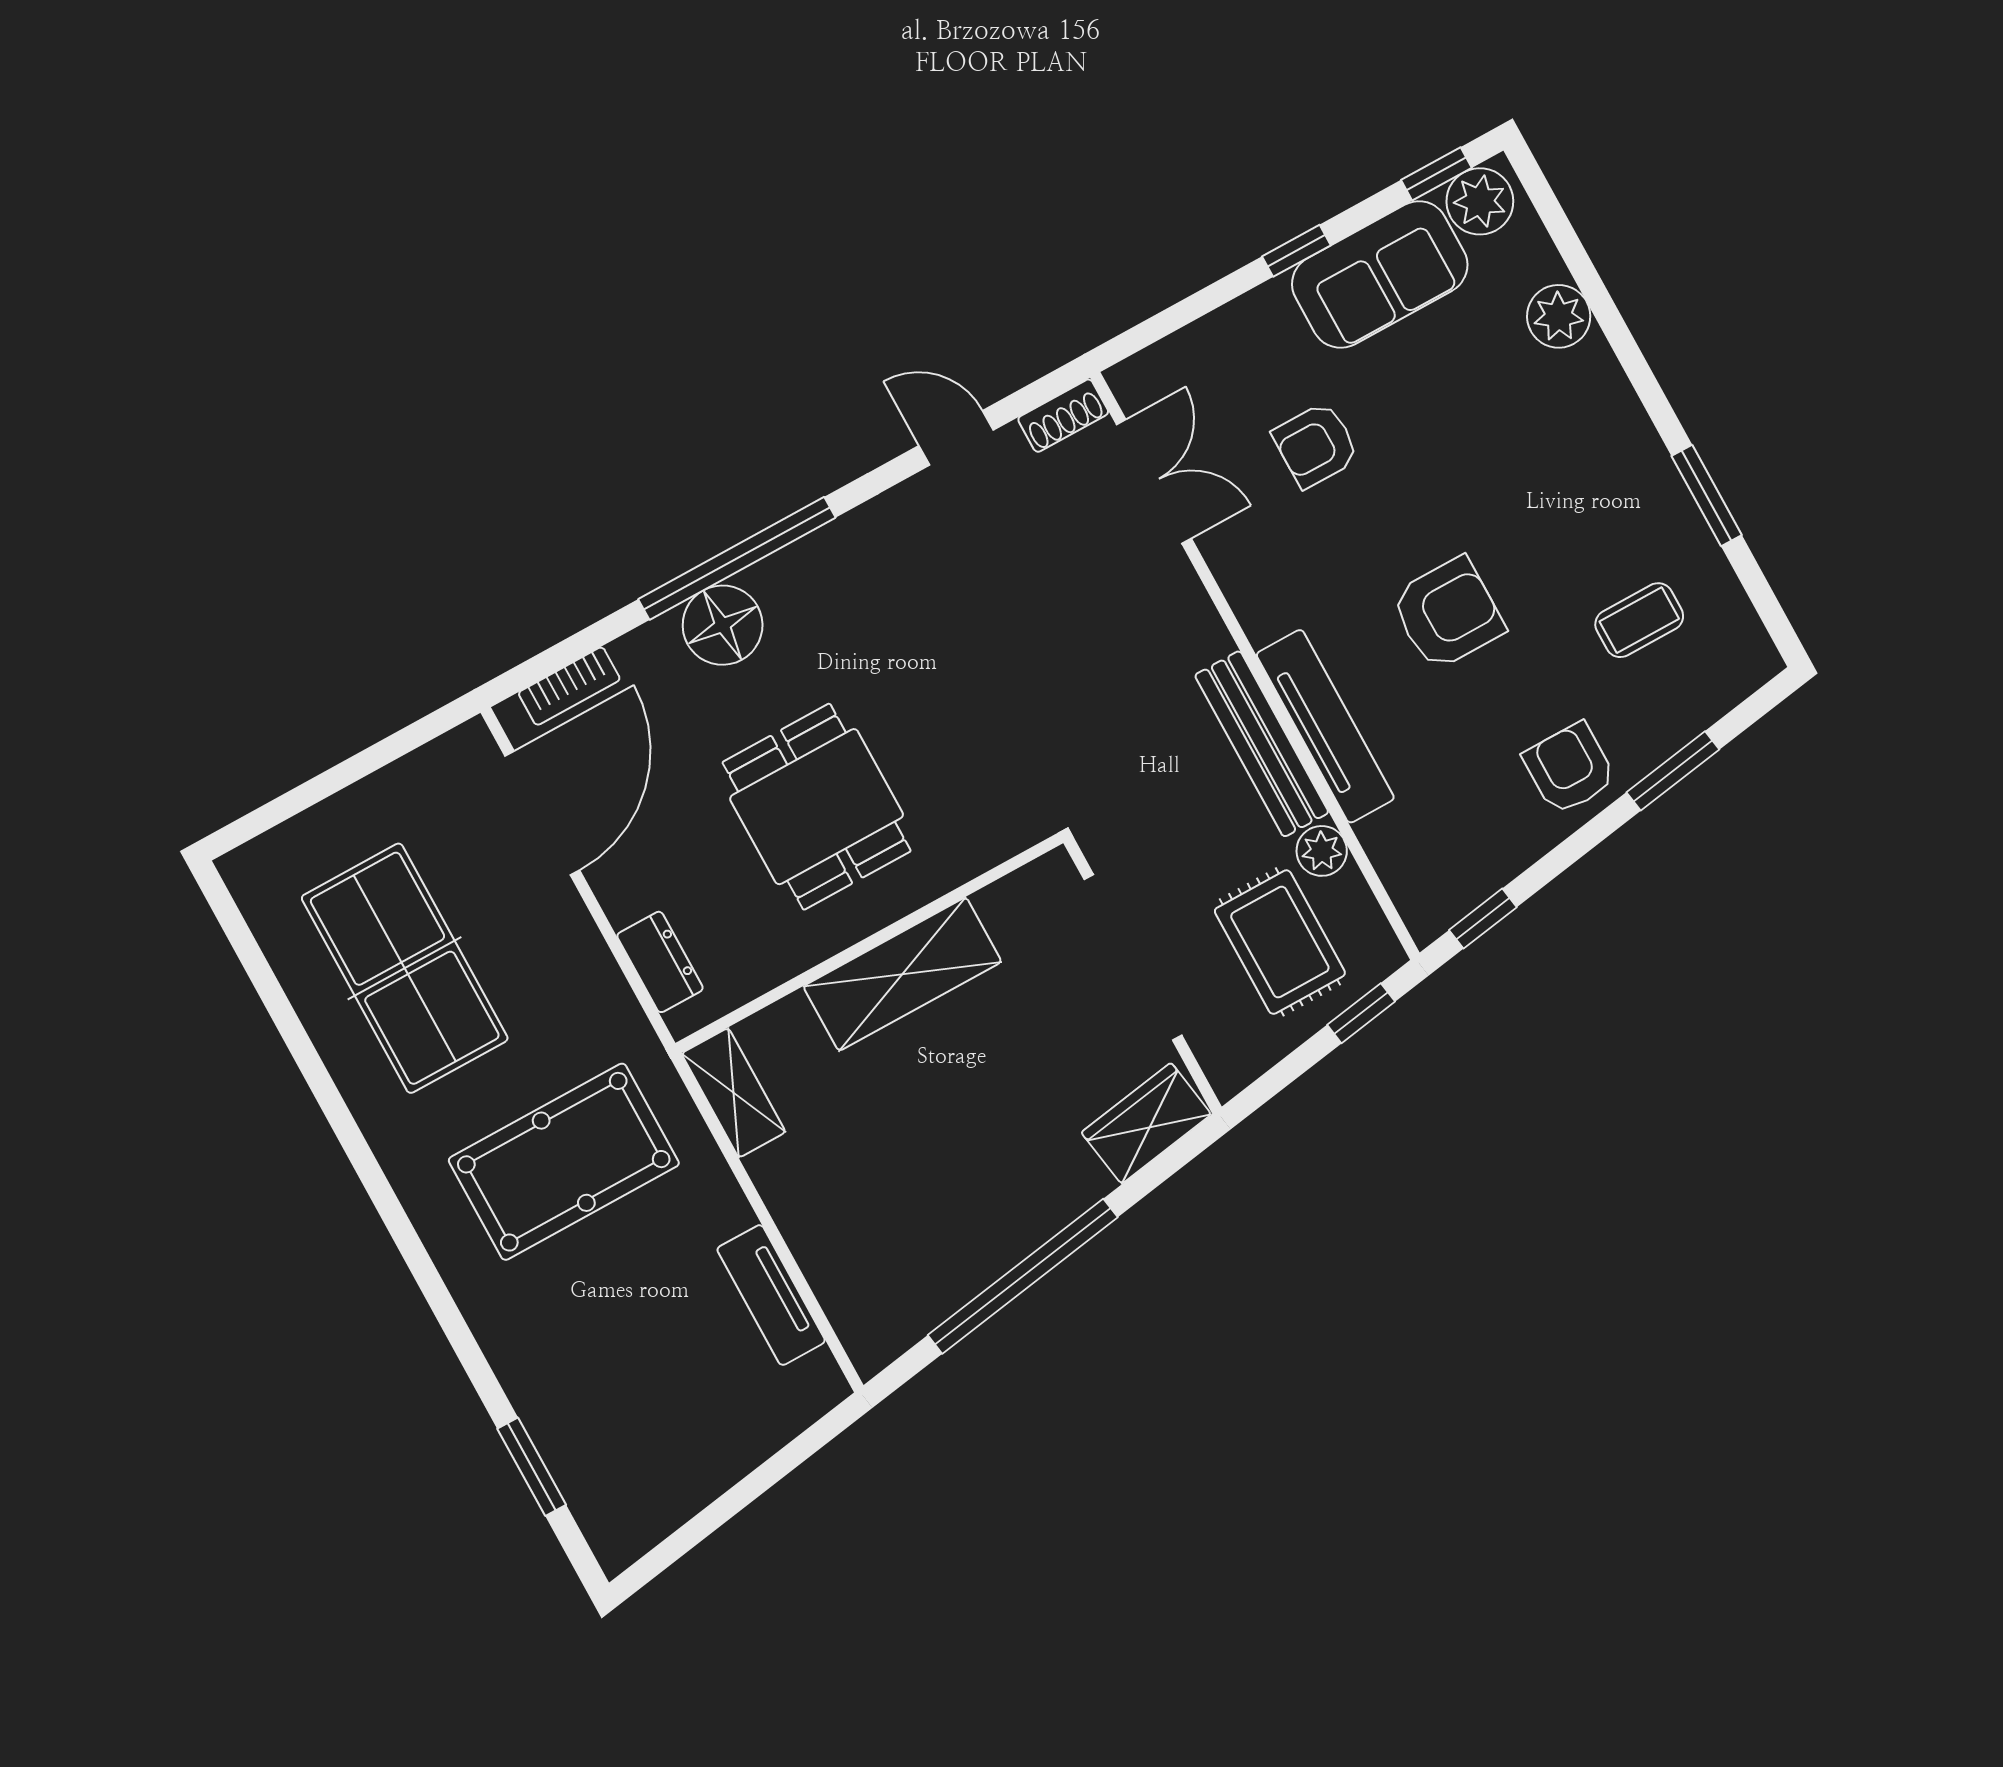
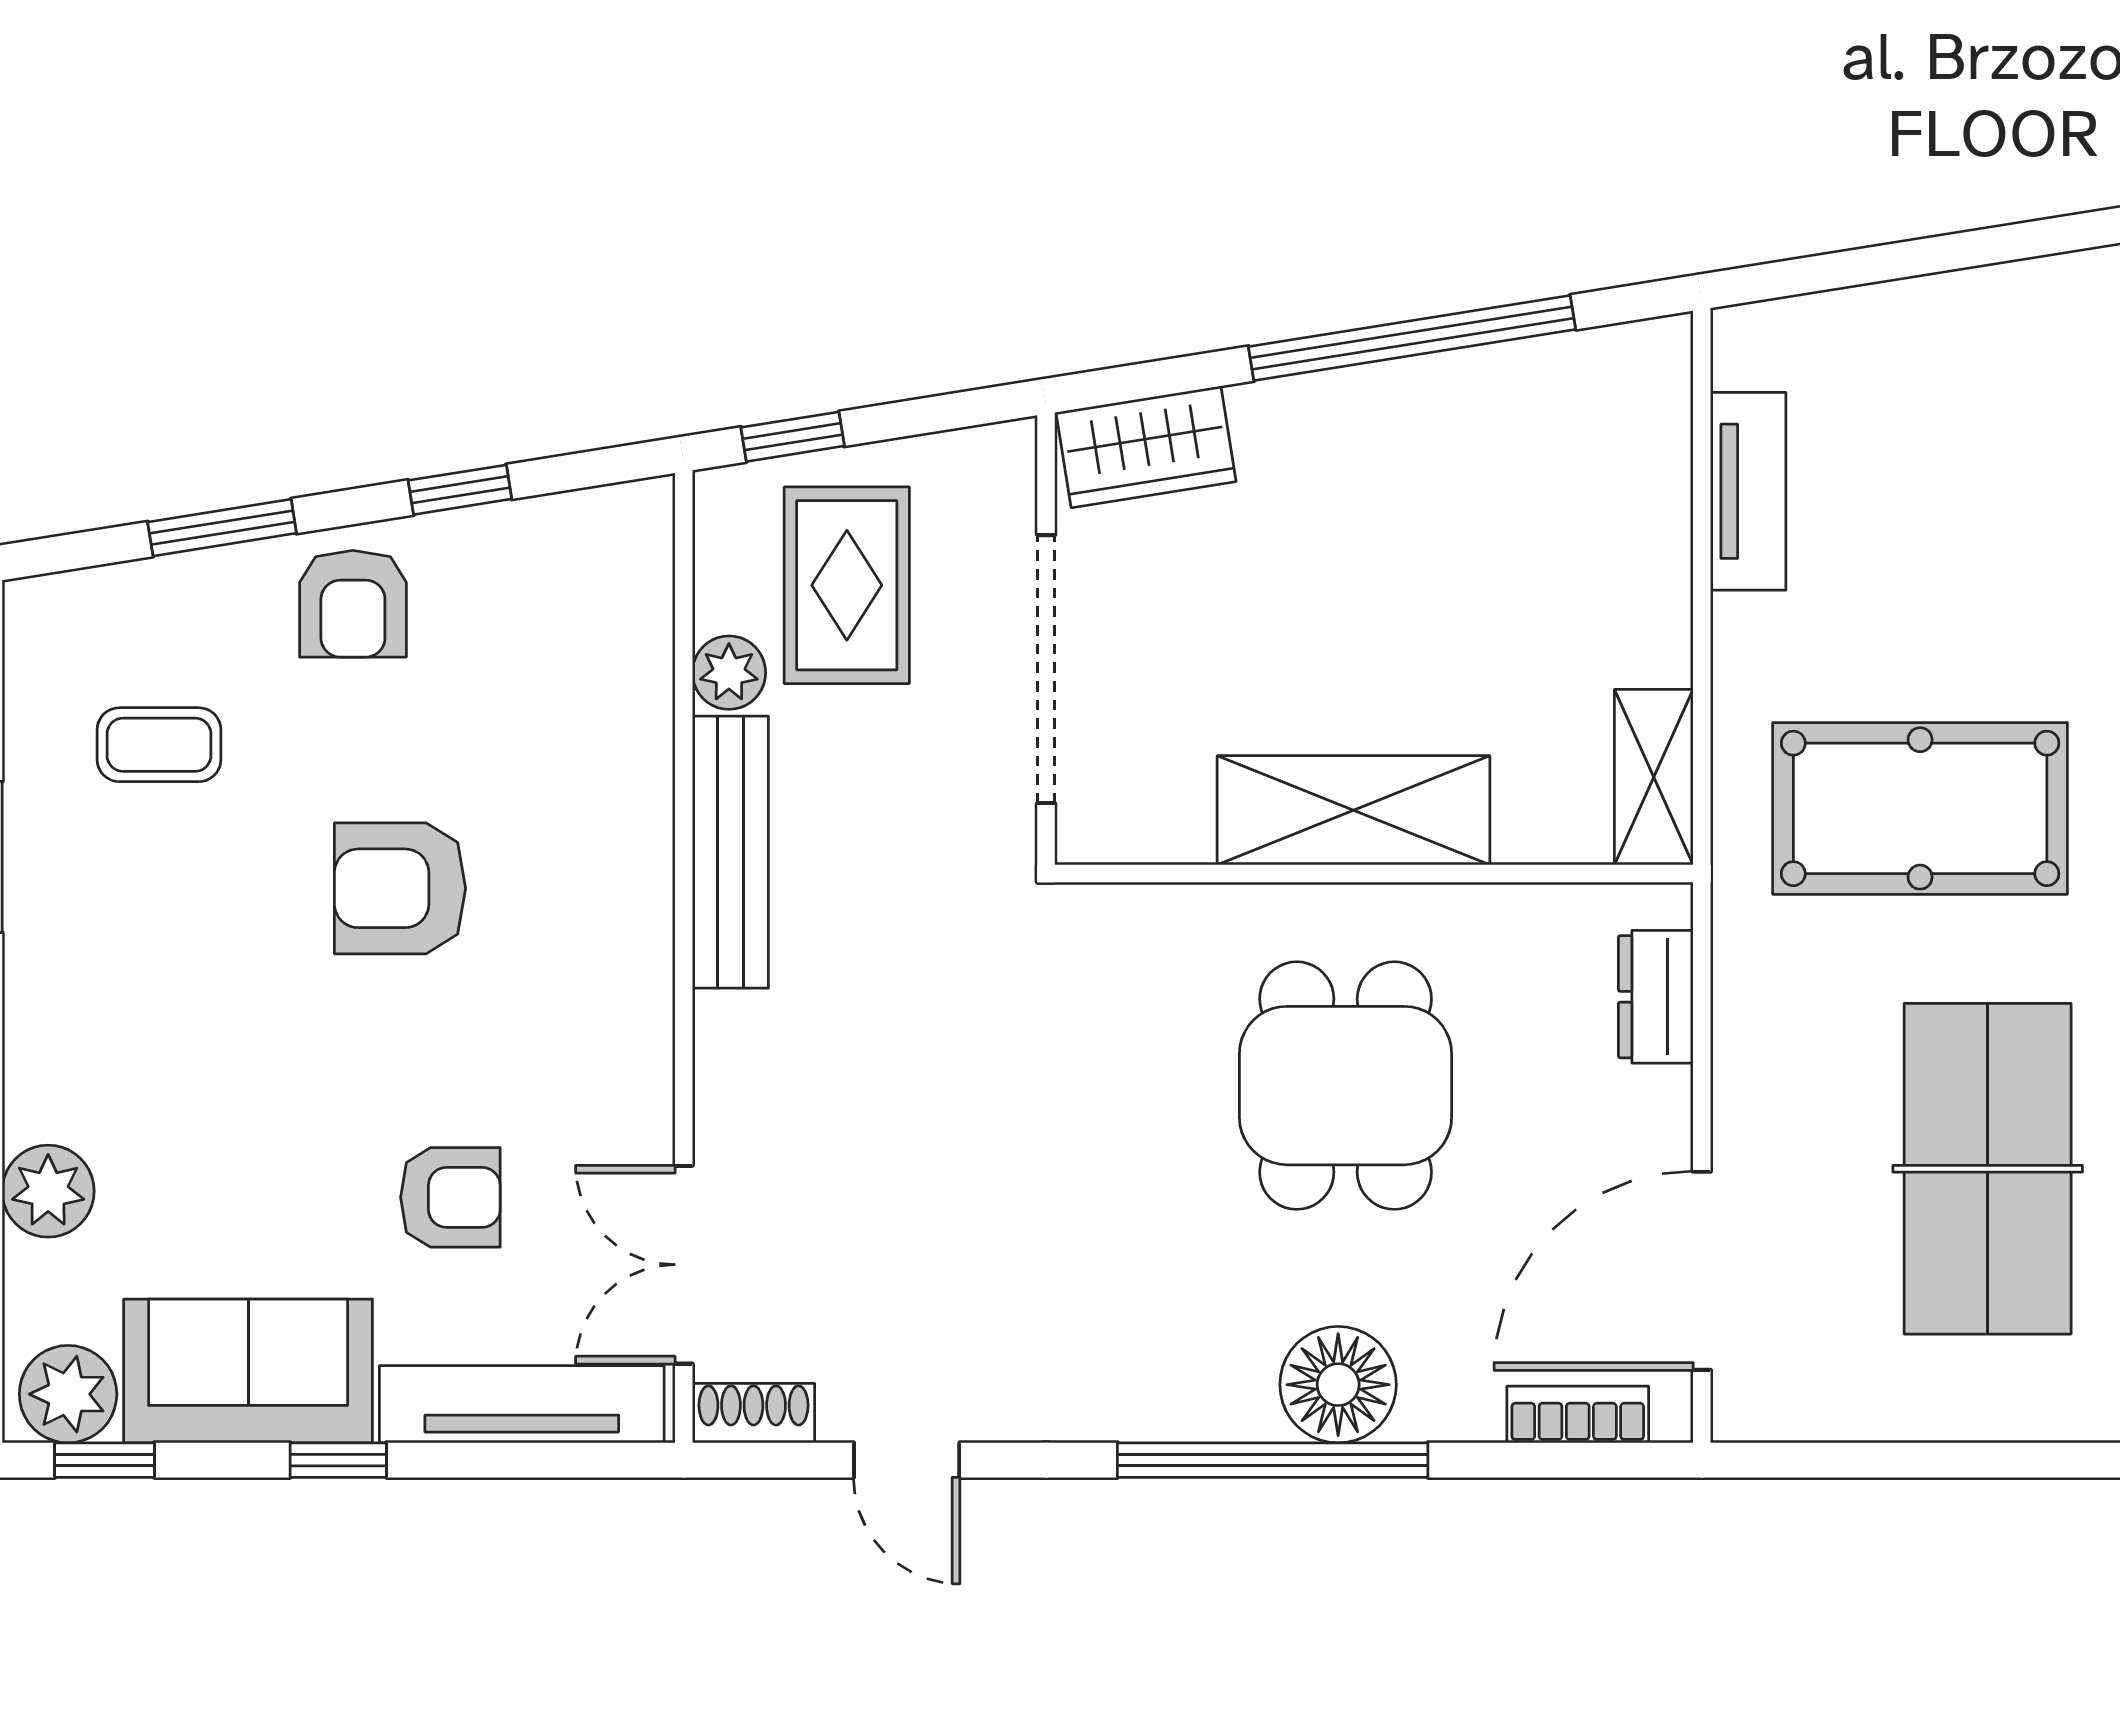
tv unit: (1325, 726) -> (522, 1404), moved, turned 90
window: (1483, 919) -> (460, 490), moved

